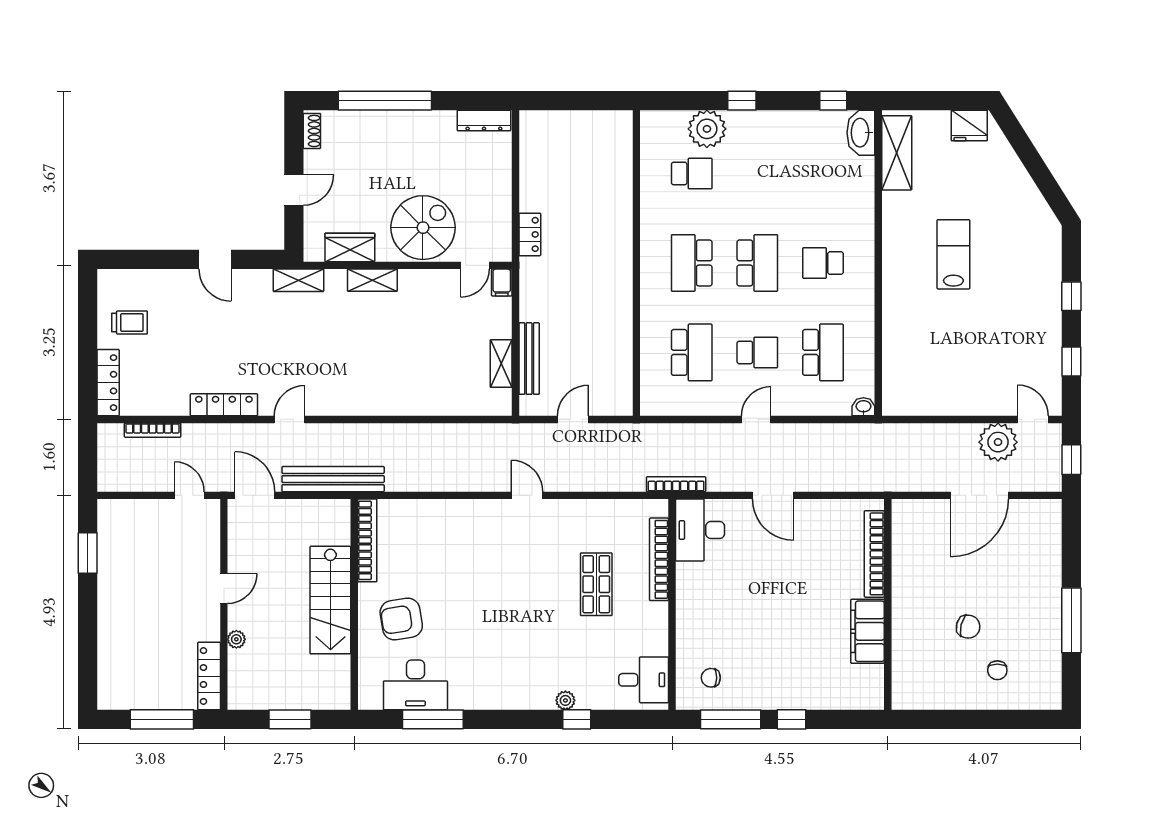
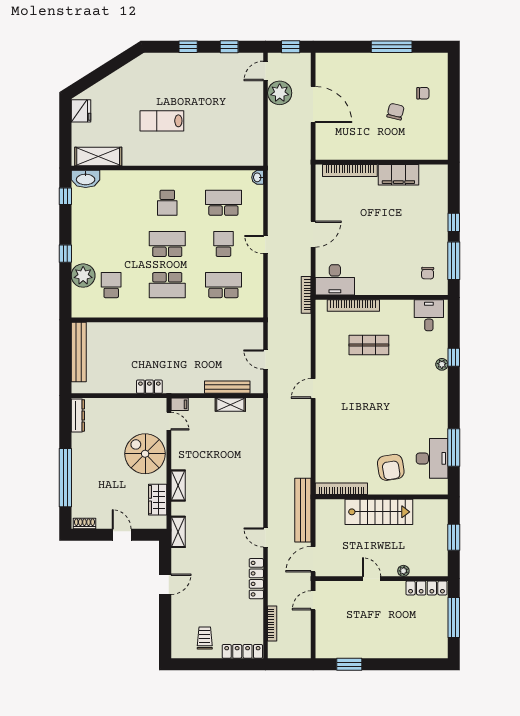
bench: (585, 122) -> (79, 352), added

